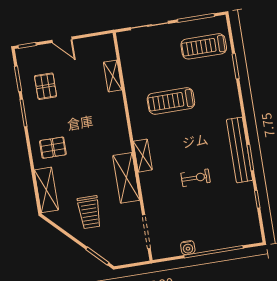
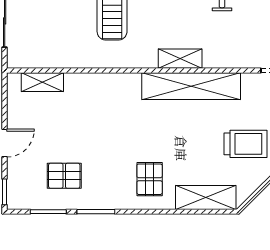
shelving: (113, 76) -> (42, 82), moved
shelving: (126, 178) -> (191, 86), width x1.47

